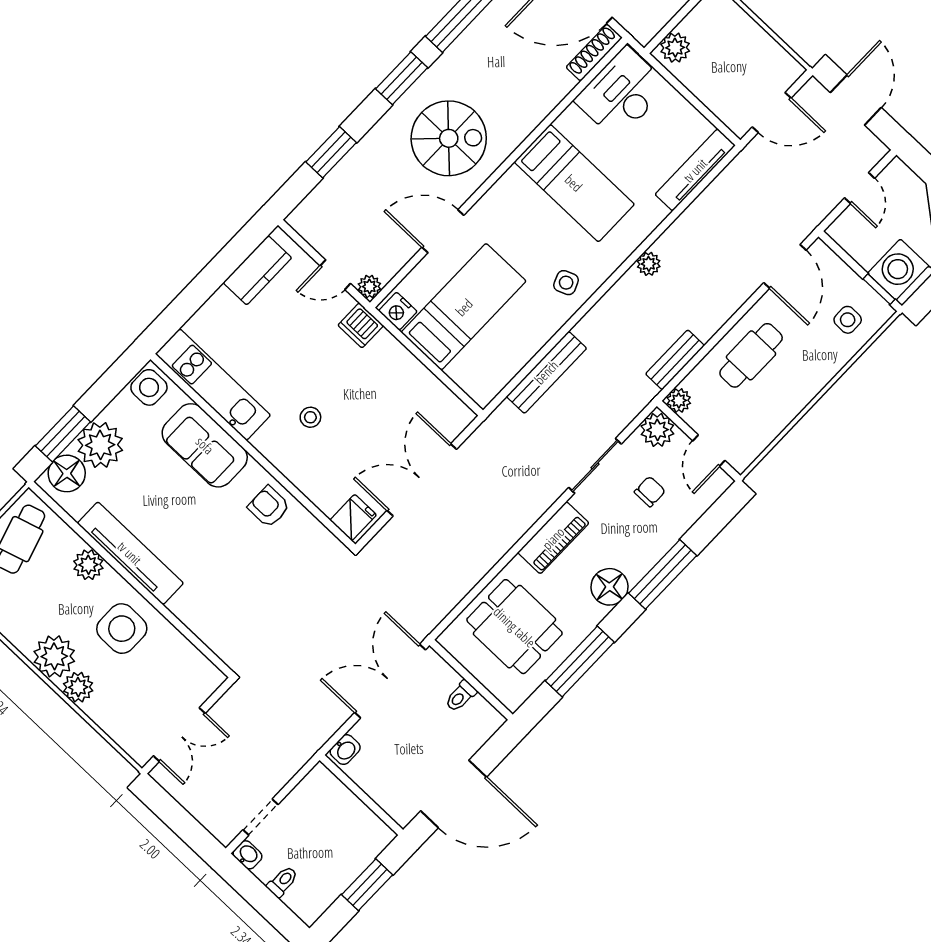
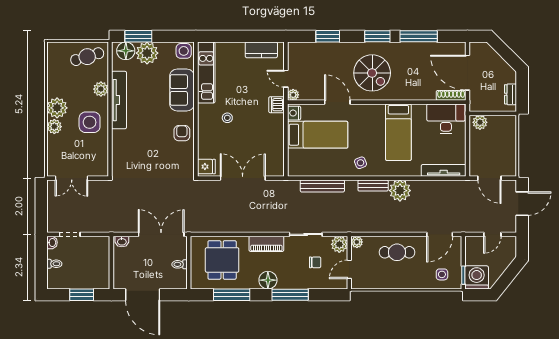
plant: (649, 264) -> (400, 191), width x1.87, depth x1.87
bench: (675, 360) -> (373, 186), moved

